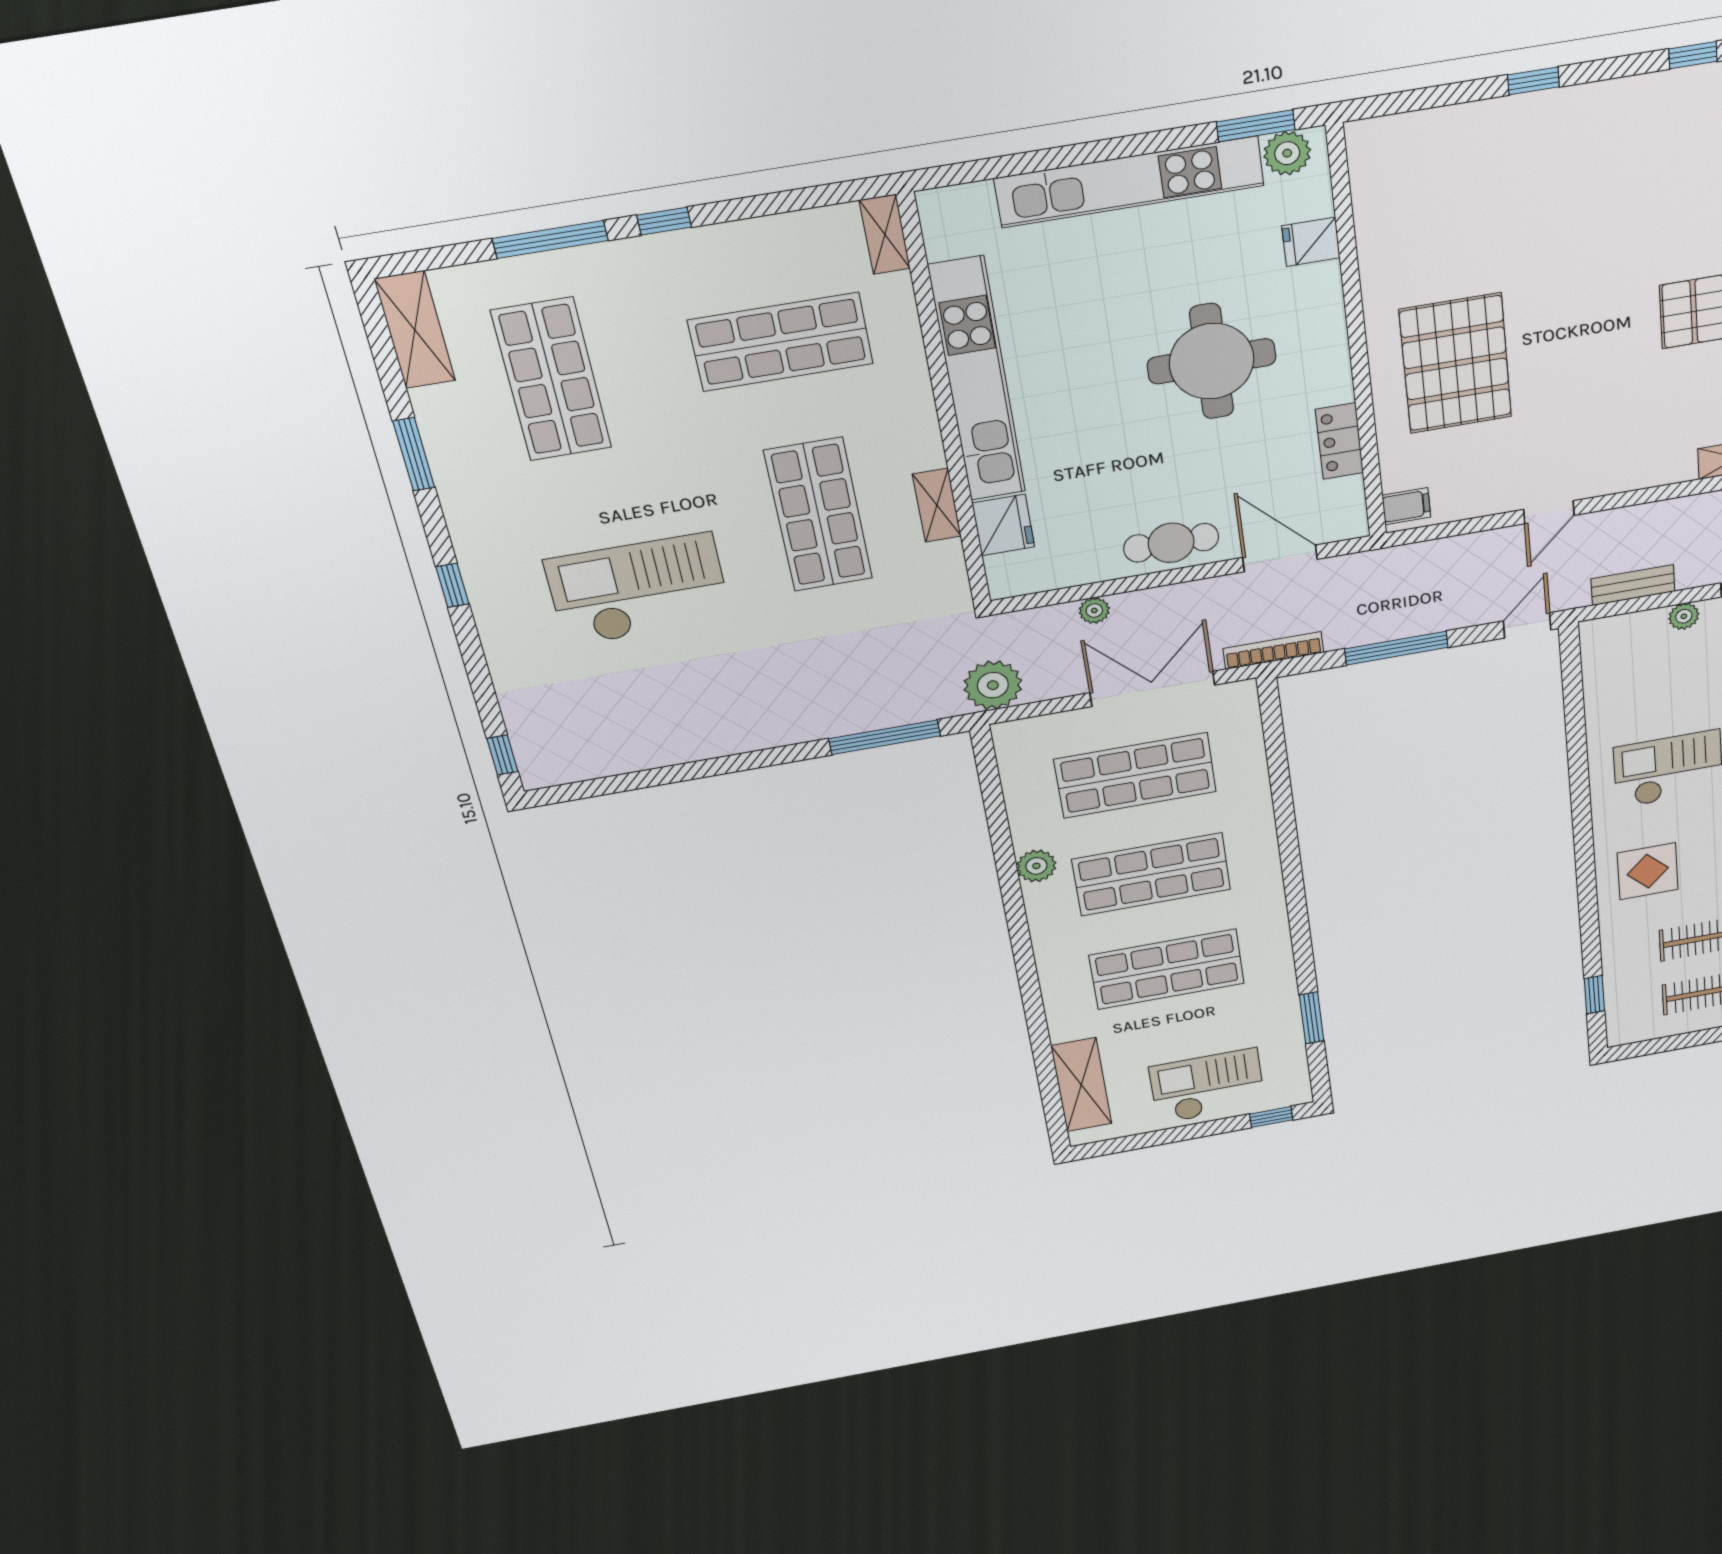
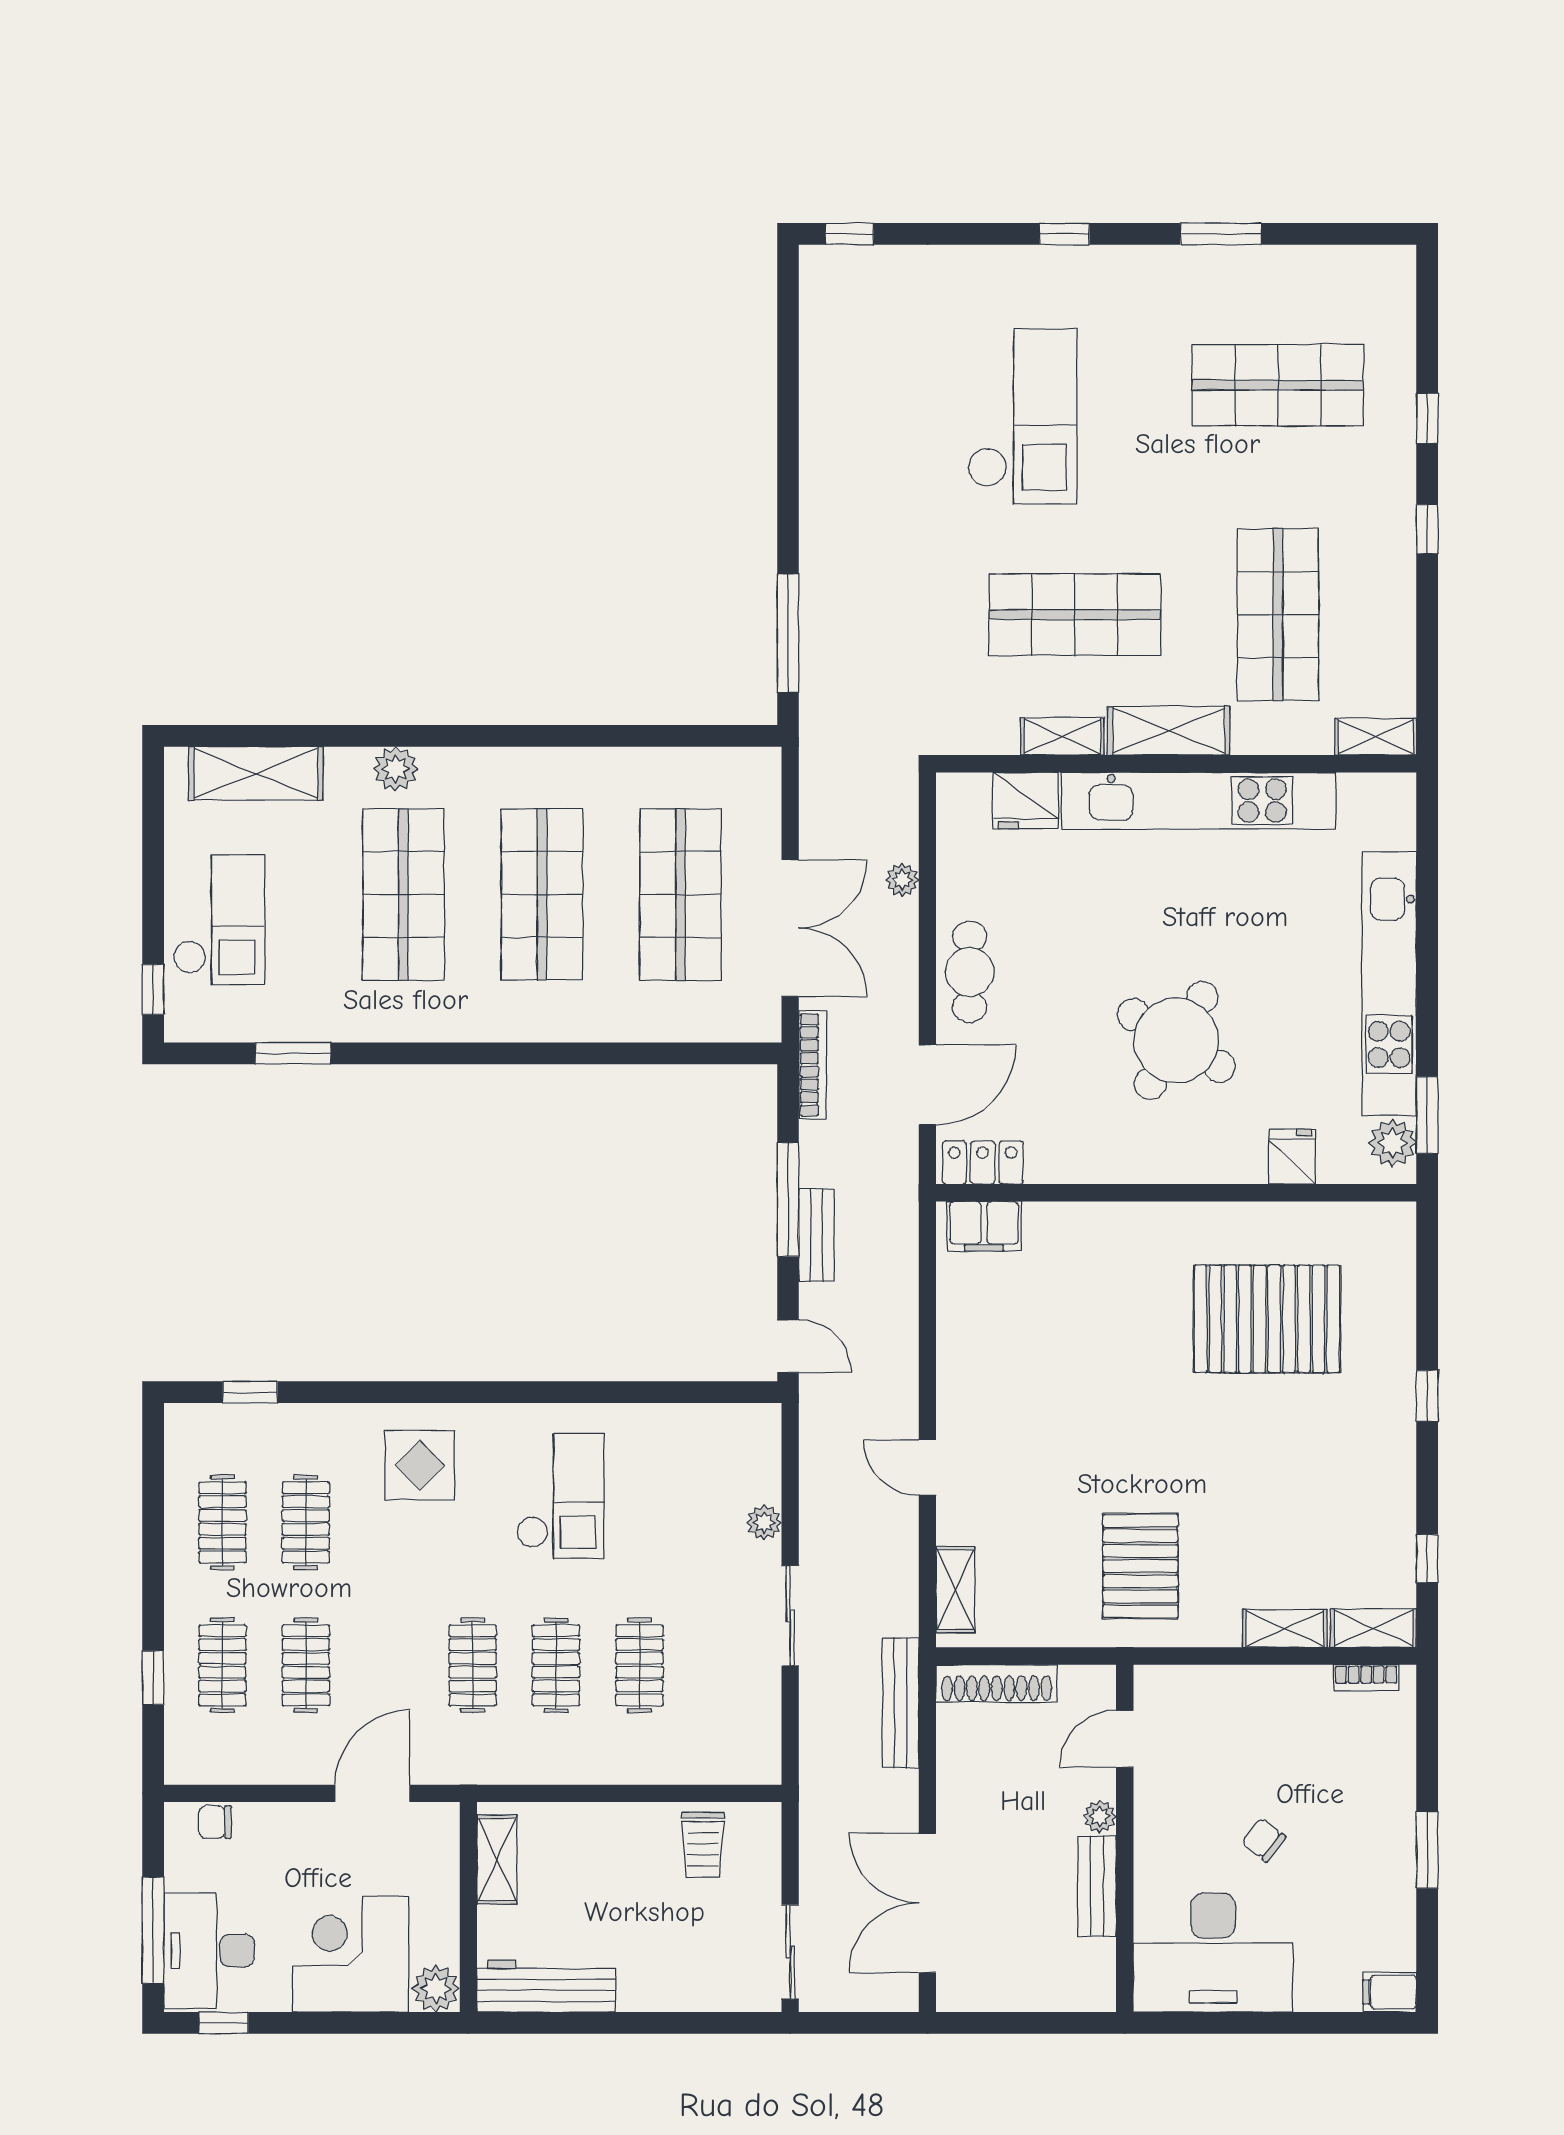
window: (550, 240) -> (1427, 418), width x0.46
shelving: (415, 330) -> (1169, 731), moved
round table: (1212, 361) -> (1176, 1040), turned 31
pallet: (1456, 363) -> (1267, 1319), moved
locker: (1339, 441) -> (983, 1163), moved
filing cabinet: (1406, 506) -> (984, 1226), width x2.00
door: (1549, 512) -> (927, 1468), moved
bench: (1633, 585) -> (816, 1235), moved
plant: (993, 685) -> (830, 759), removed
plant: (1036, 866) -> (396, 769), moved

